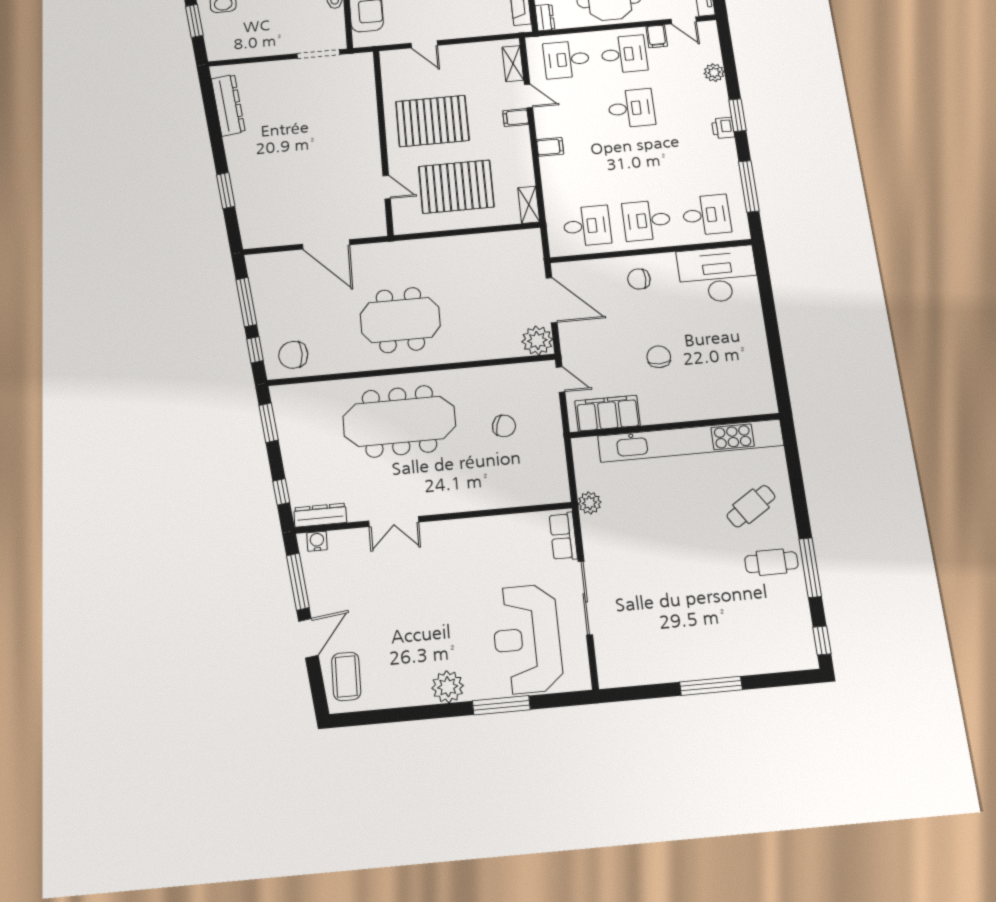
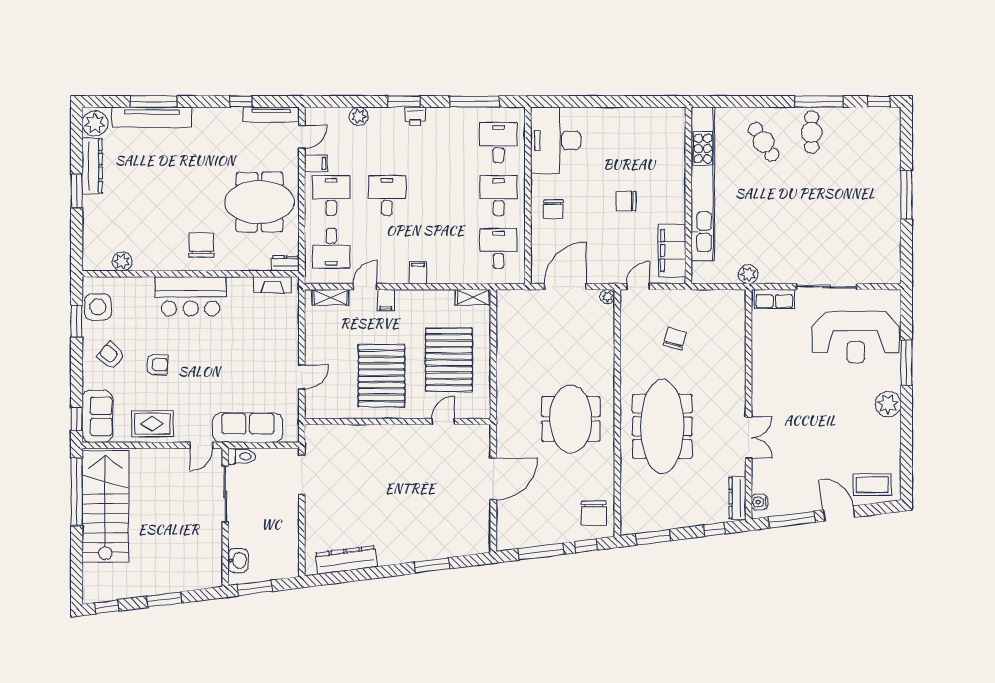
desk: (647, 220) -> (499, 195), turned 180
plant: (537, 340) -> (607, 297), width x0.53, depth x0.53

